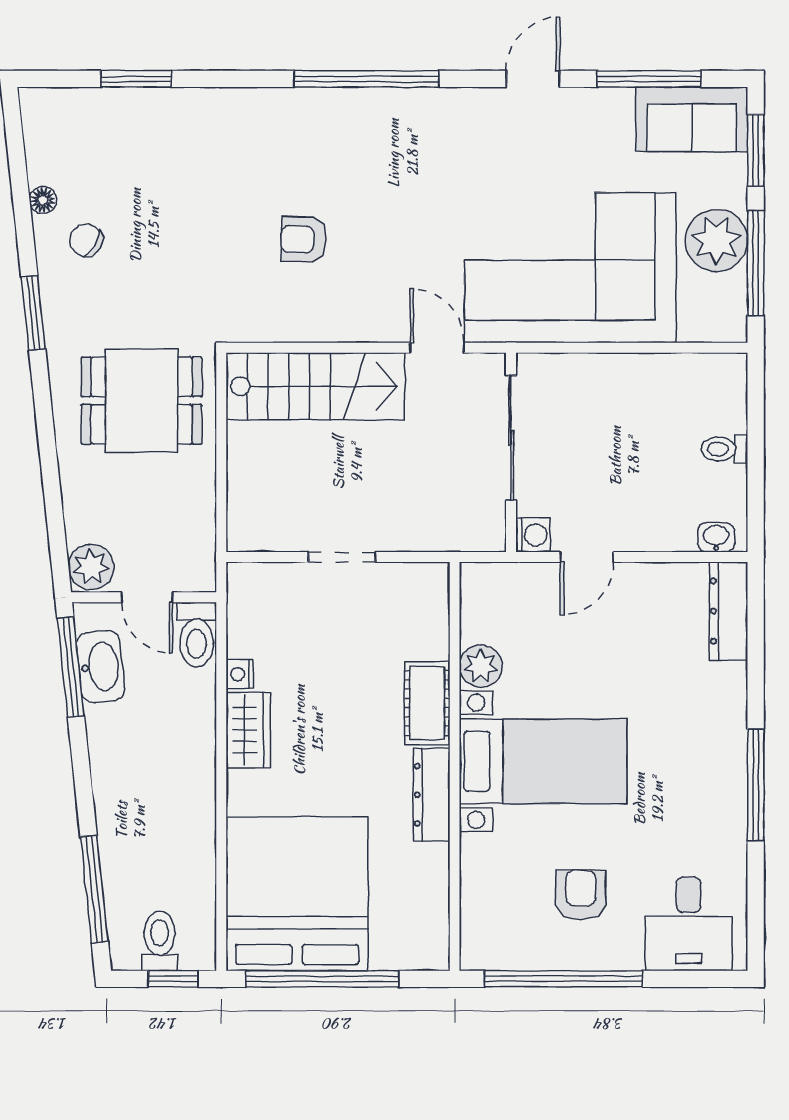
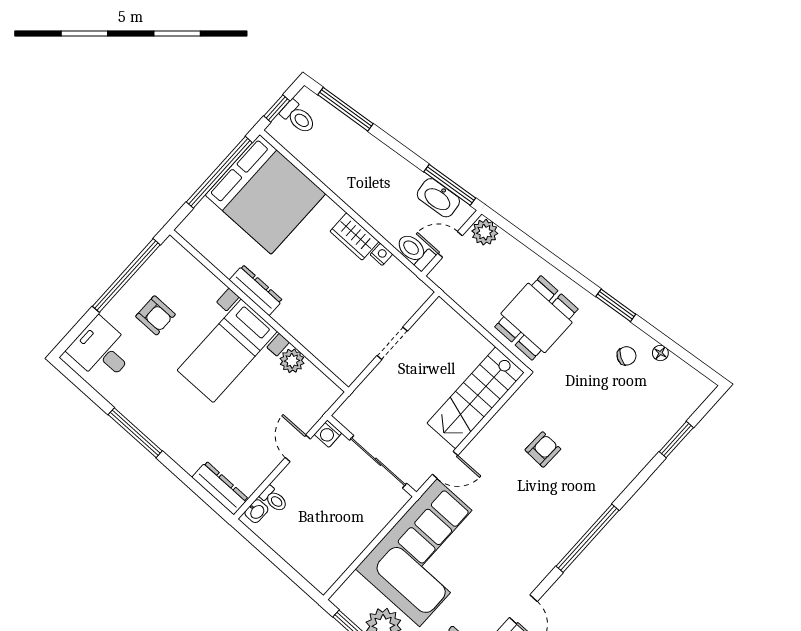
toilet: (724, 449) -> (274, 499), moved, turned 90
cot: (427, 703) -> (297, 324), removed

